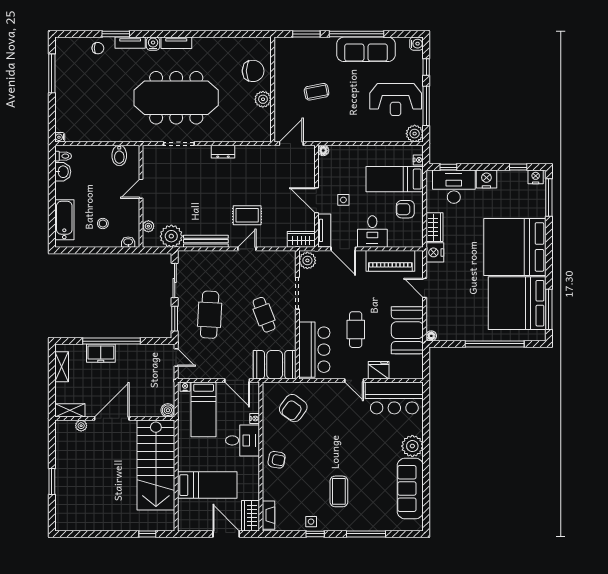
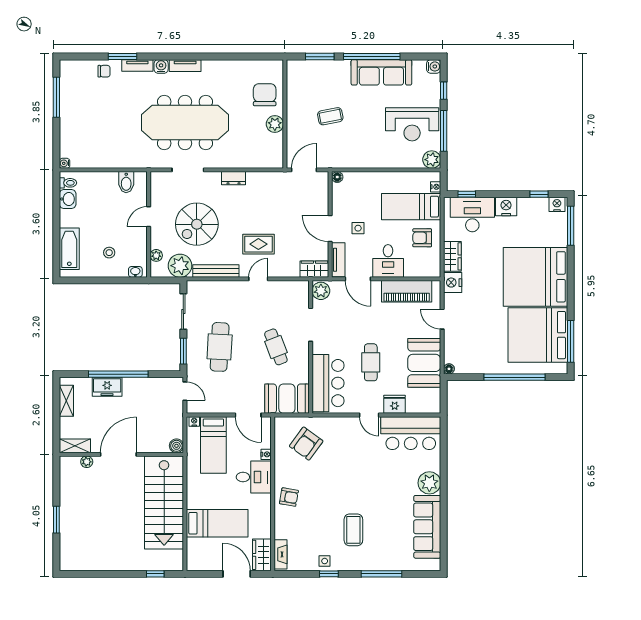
chair: (253, 71) -> (265, 95), turned -90
spiral stairs: (188, 196) -> (197, 224), added

